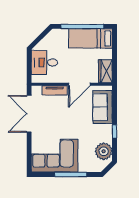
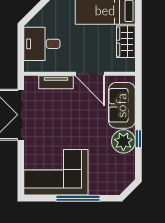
wardrobe: (105, 71) -> (126, 42), moved
door: (79, 84) -> (90, 74), hinge flipped
plant: (104, 151) -> (123, 141), moved

